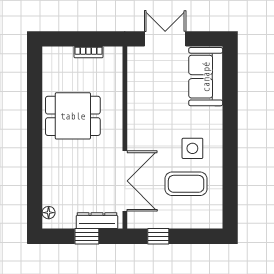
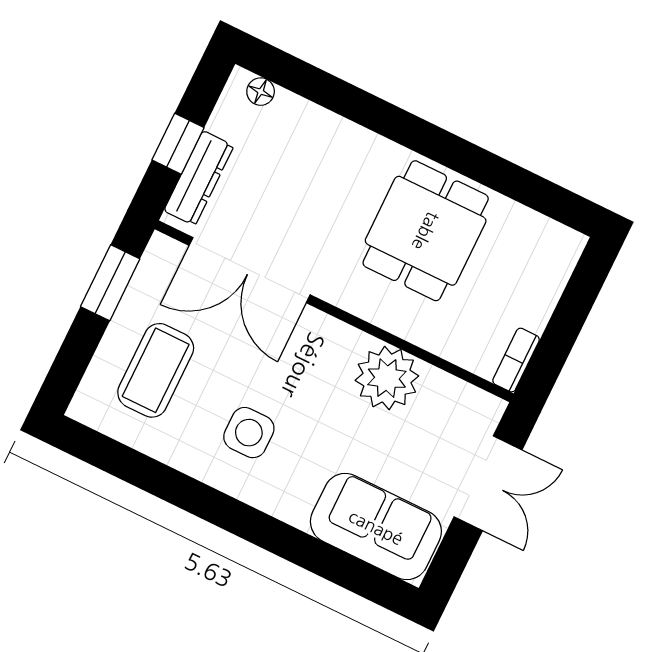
bookcase: (89, 52) -> (516, 360), moved
plant: (142, 102) -> (387, 378), added
coffee table: (186, 184) -> (156, 370), moved
window: (158, 236) -> (110, 283), width x1.50

